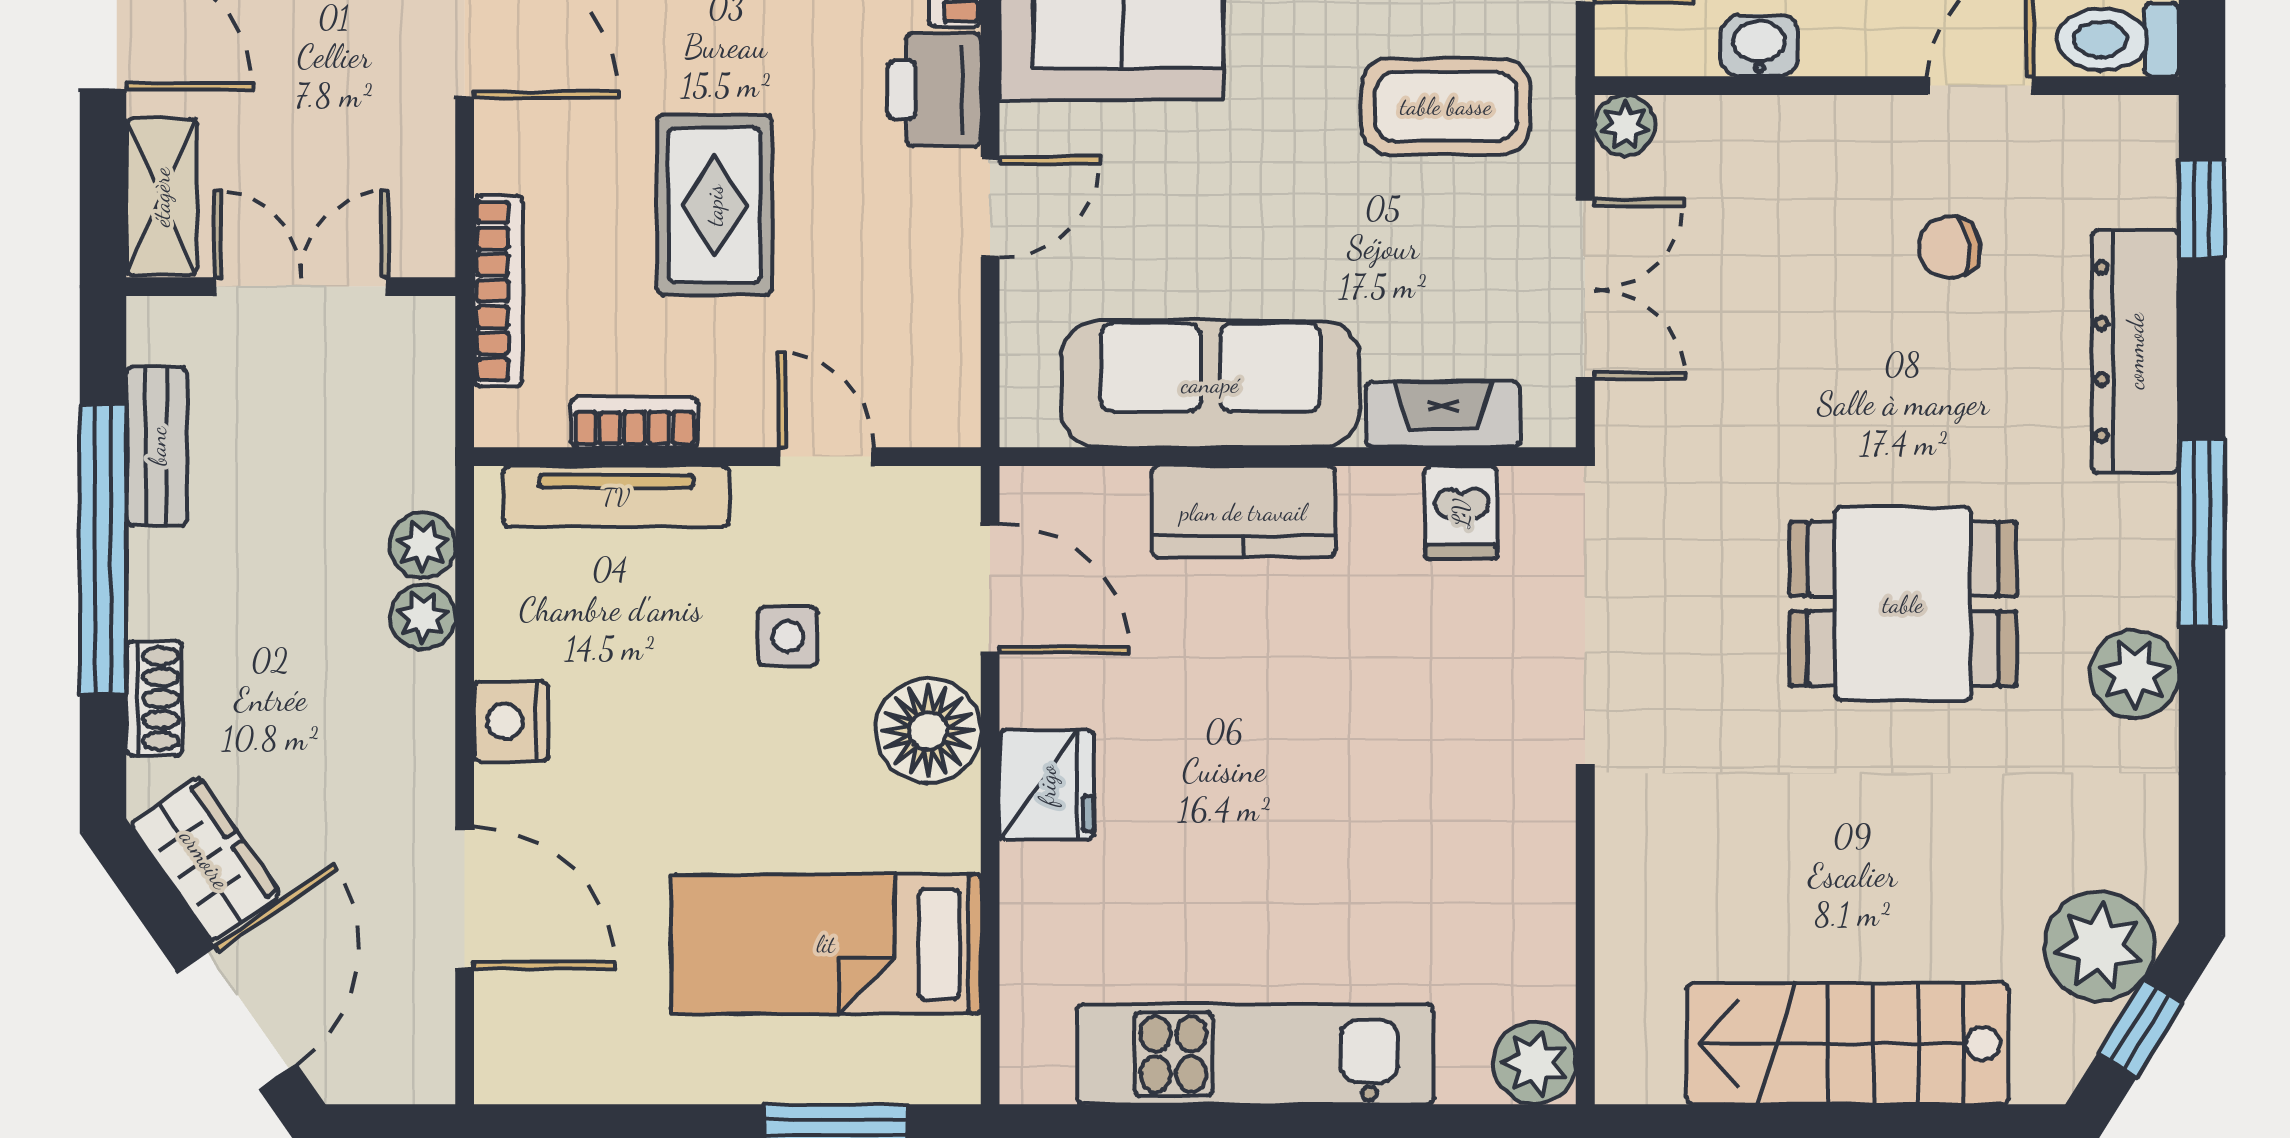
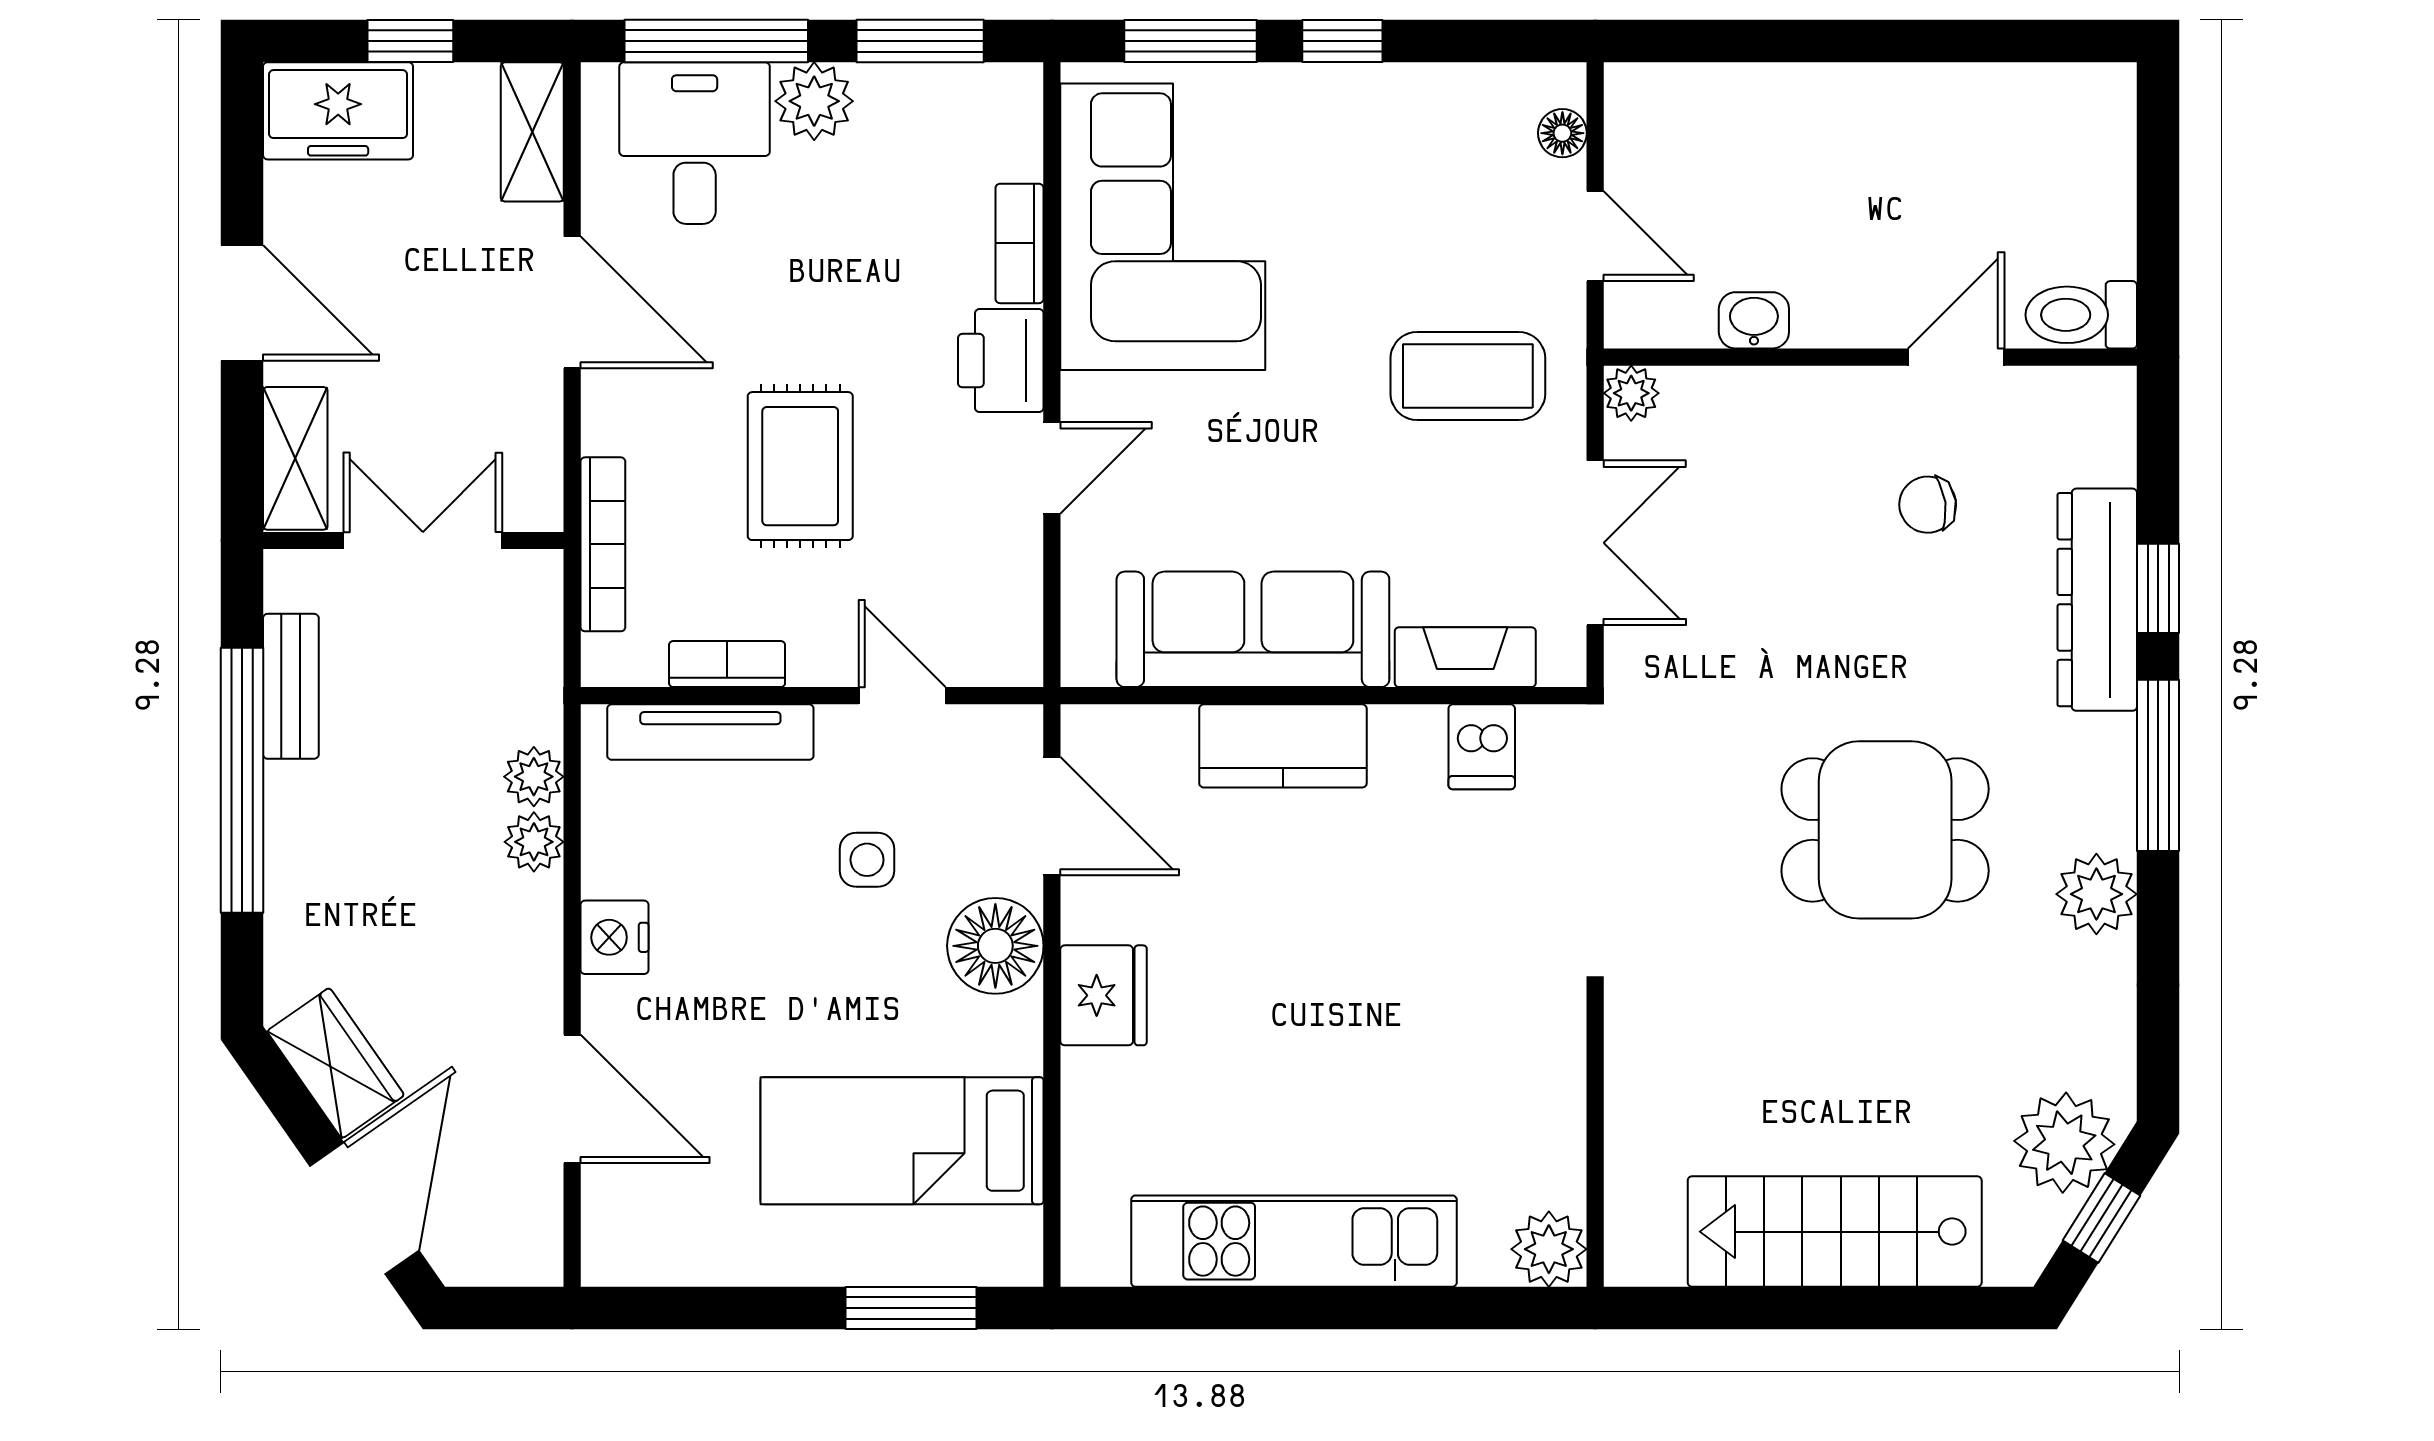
window: (2202, 209) -> (2158, 588), moved
shoe rack: (154, 698) -> (289, 916), removed

